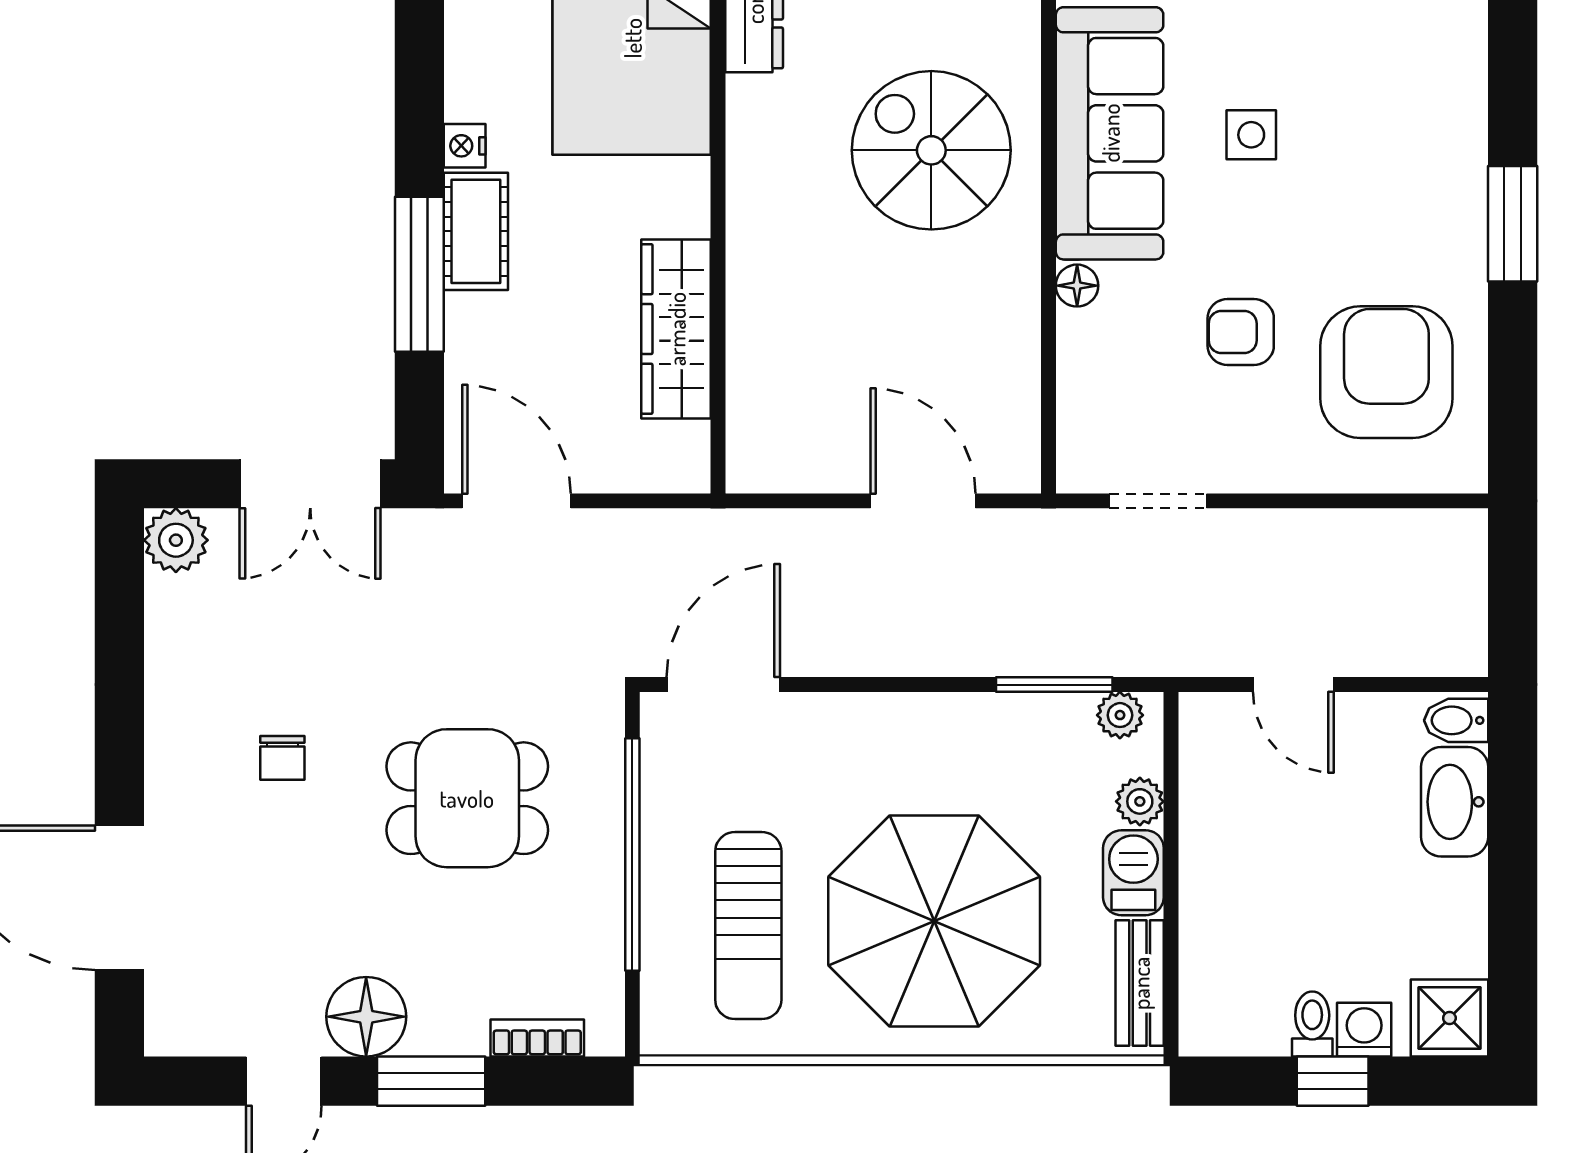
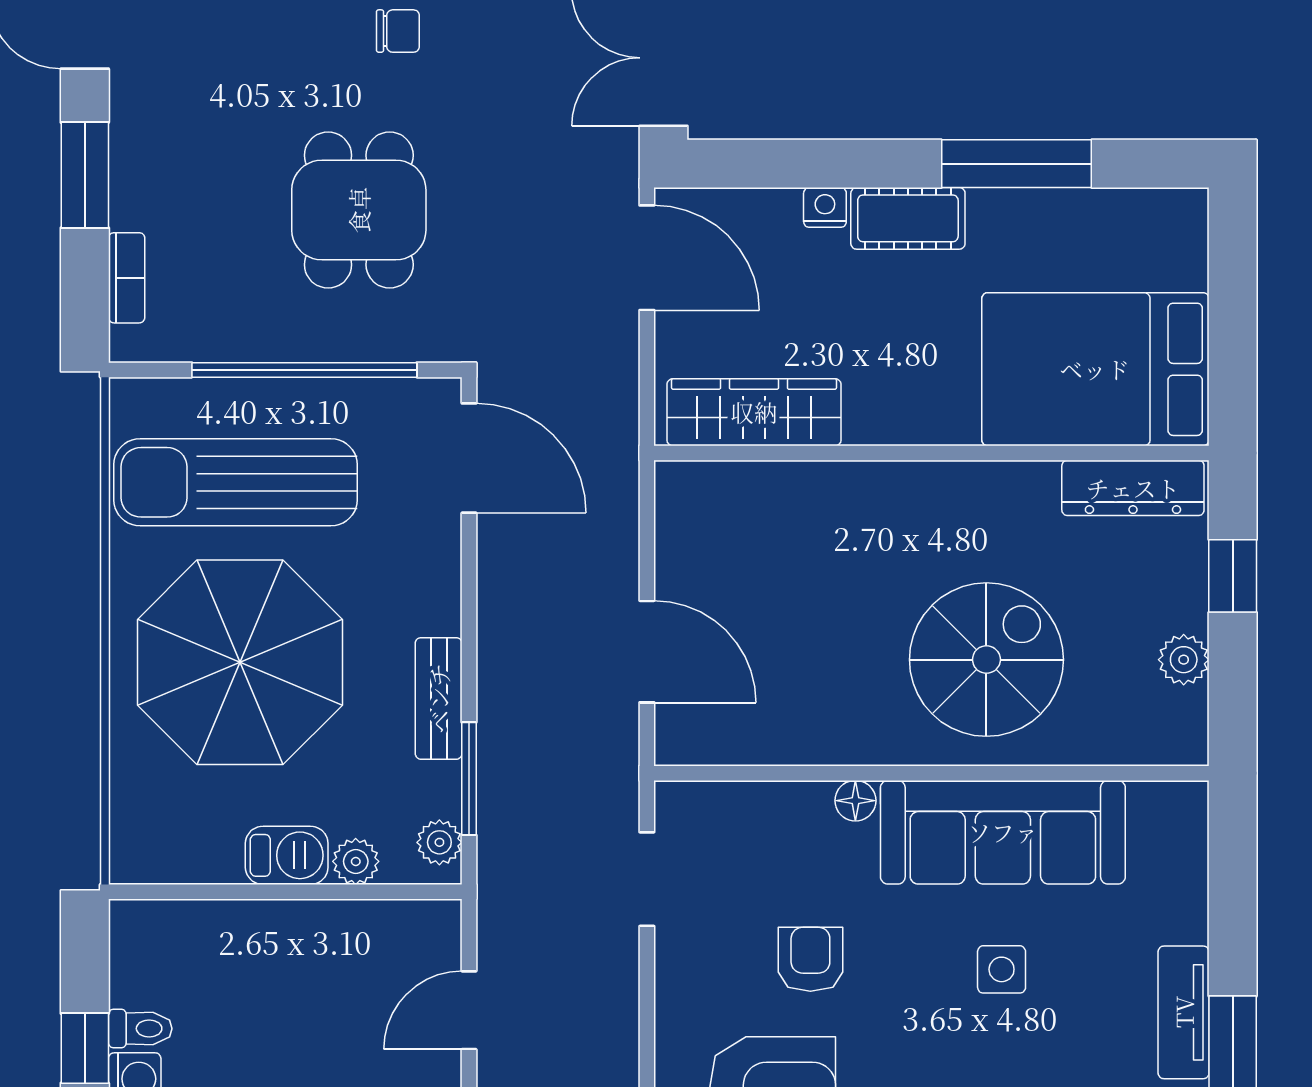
nightstand: (465, 146) -> (825, 207), moved
window: (419, 274) -> (1017, 164), moved
wardrobe: (676, 329) -> (754, 412), moved
door: (517, 501) -> (647, 258), hinge flipped
door: (923, 501) -> (647, 652), hinge flipped
chair: (282, 758) -> (398, 31), turned 180
sun lounger: (748, 926) -> (236, 482), width x1.36, depth x1.34
bench: (1140, 983) -> (439, 698), moved, turned 90
floor lamp: (366, 1017) -> (147, 112), removed

